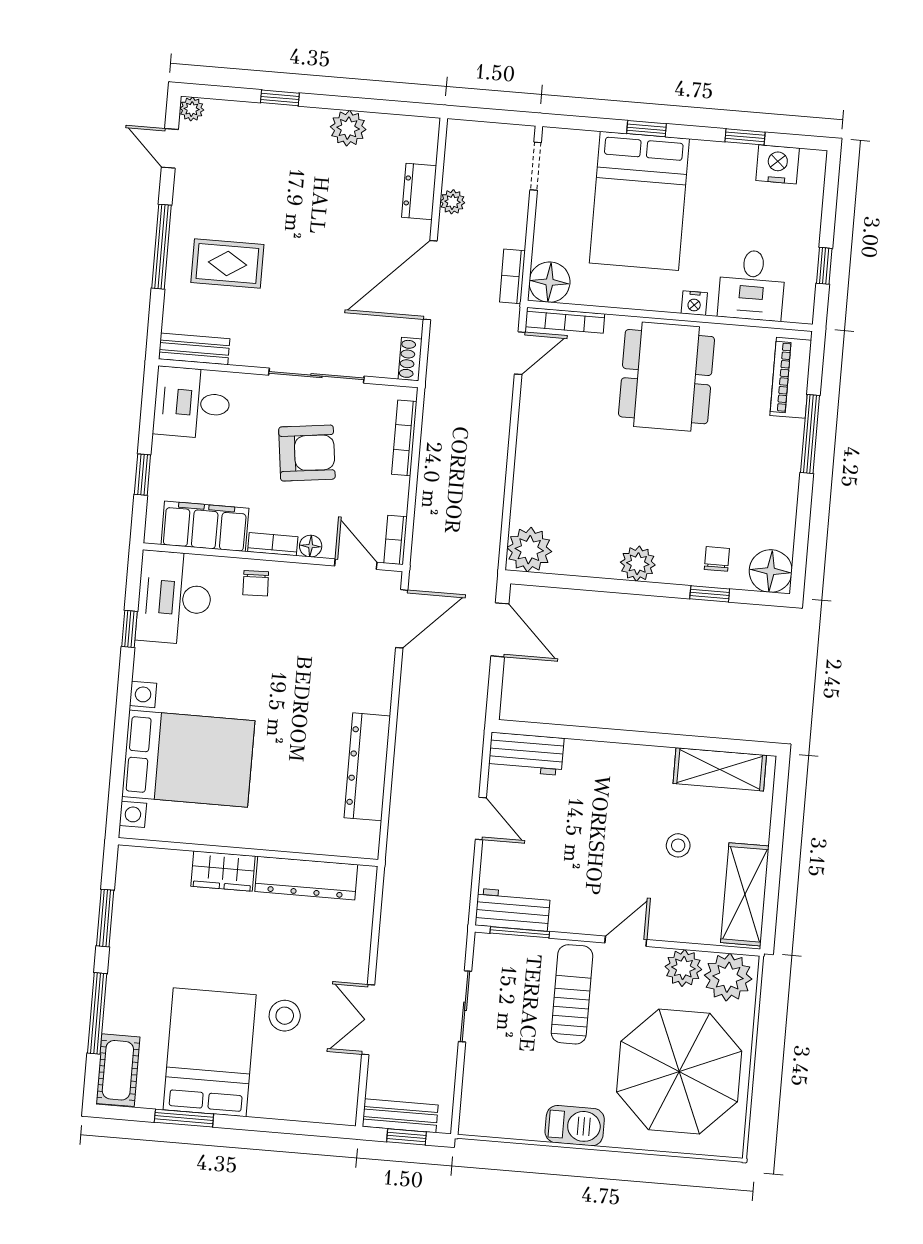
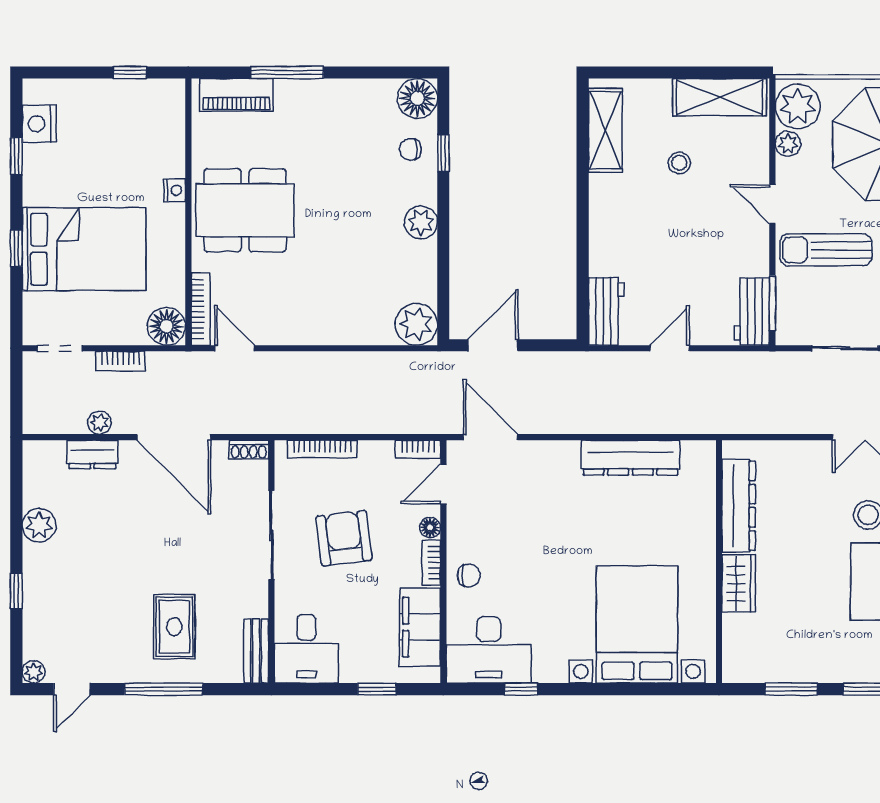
bookcase: (512, 276) -> (120, 361), moved
desk: (752, 285) -> (153, 138), removed
plant: (683, 968) -> (788, 144), width x0.73, depth x0.73

